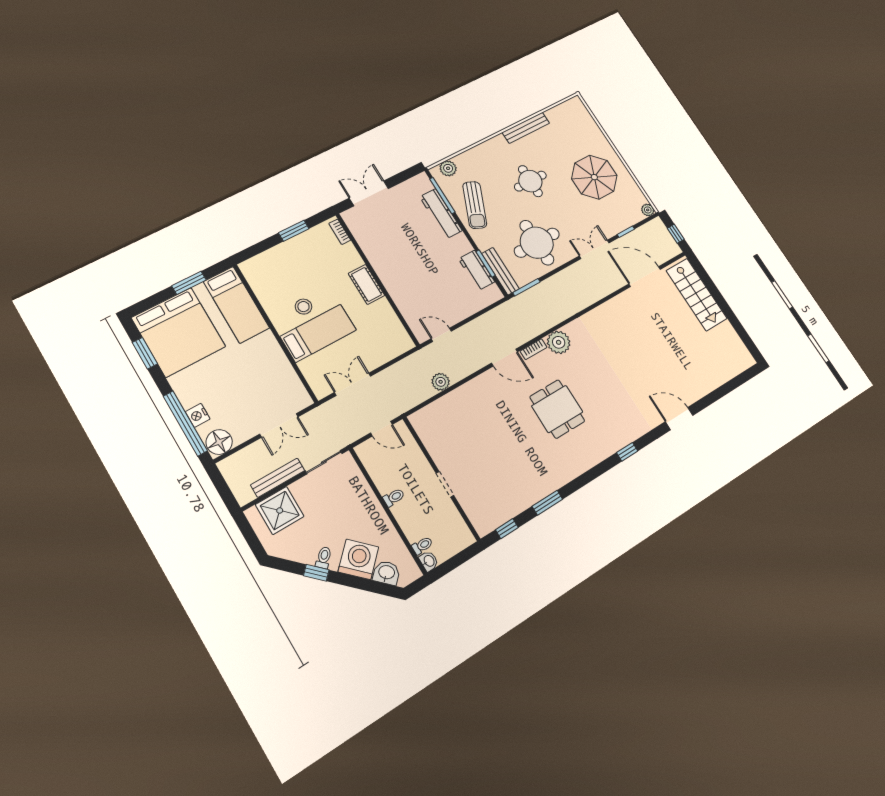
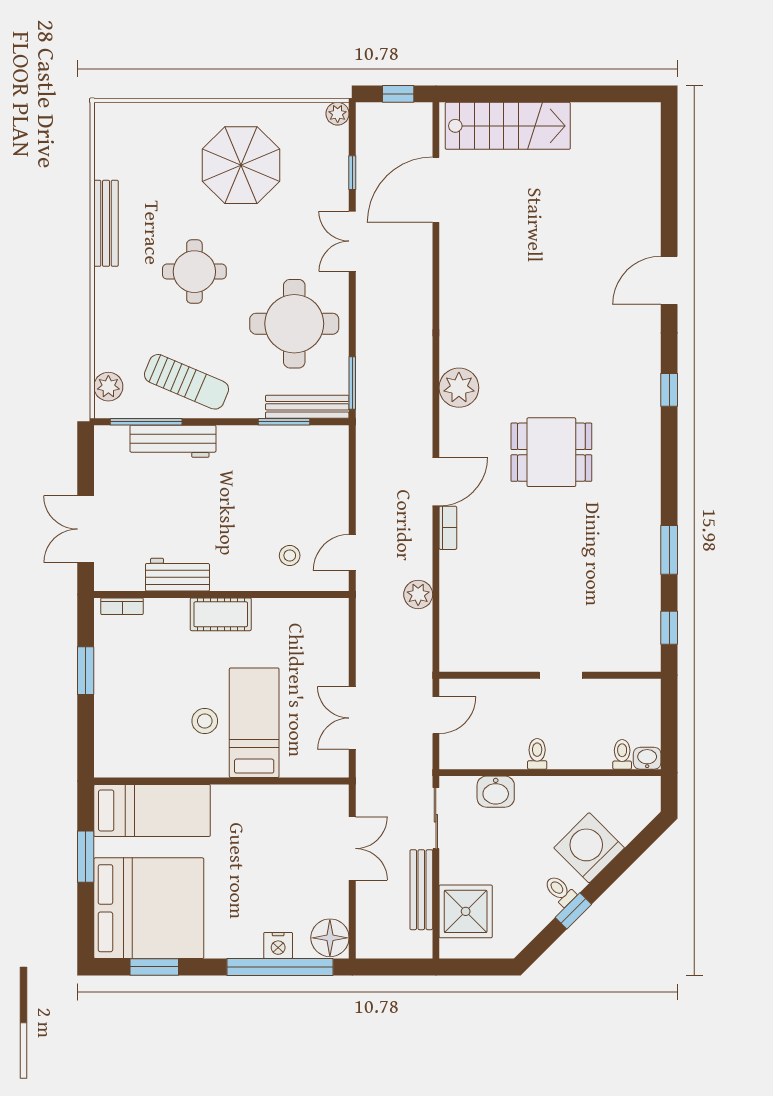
workbench: (477, 270) -> (177, 575), moved, turned 180
stool: (419, 303) -> (290, 556), added
bookcase: (534, 349) -> (448, 528), moved
washbasin: (387, 573) -> (496, 792), moved, turned -135

